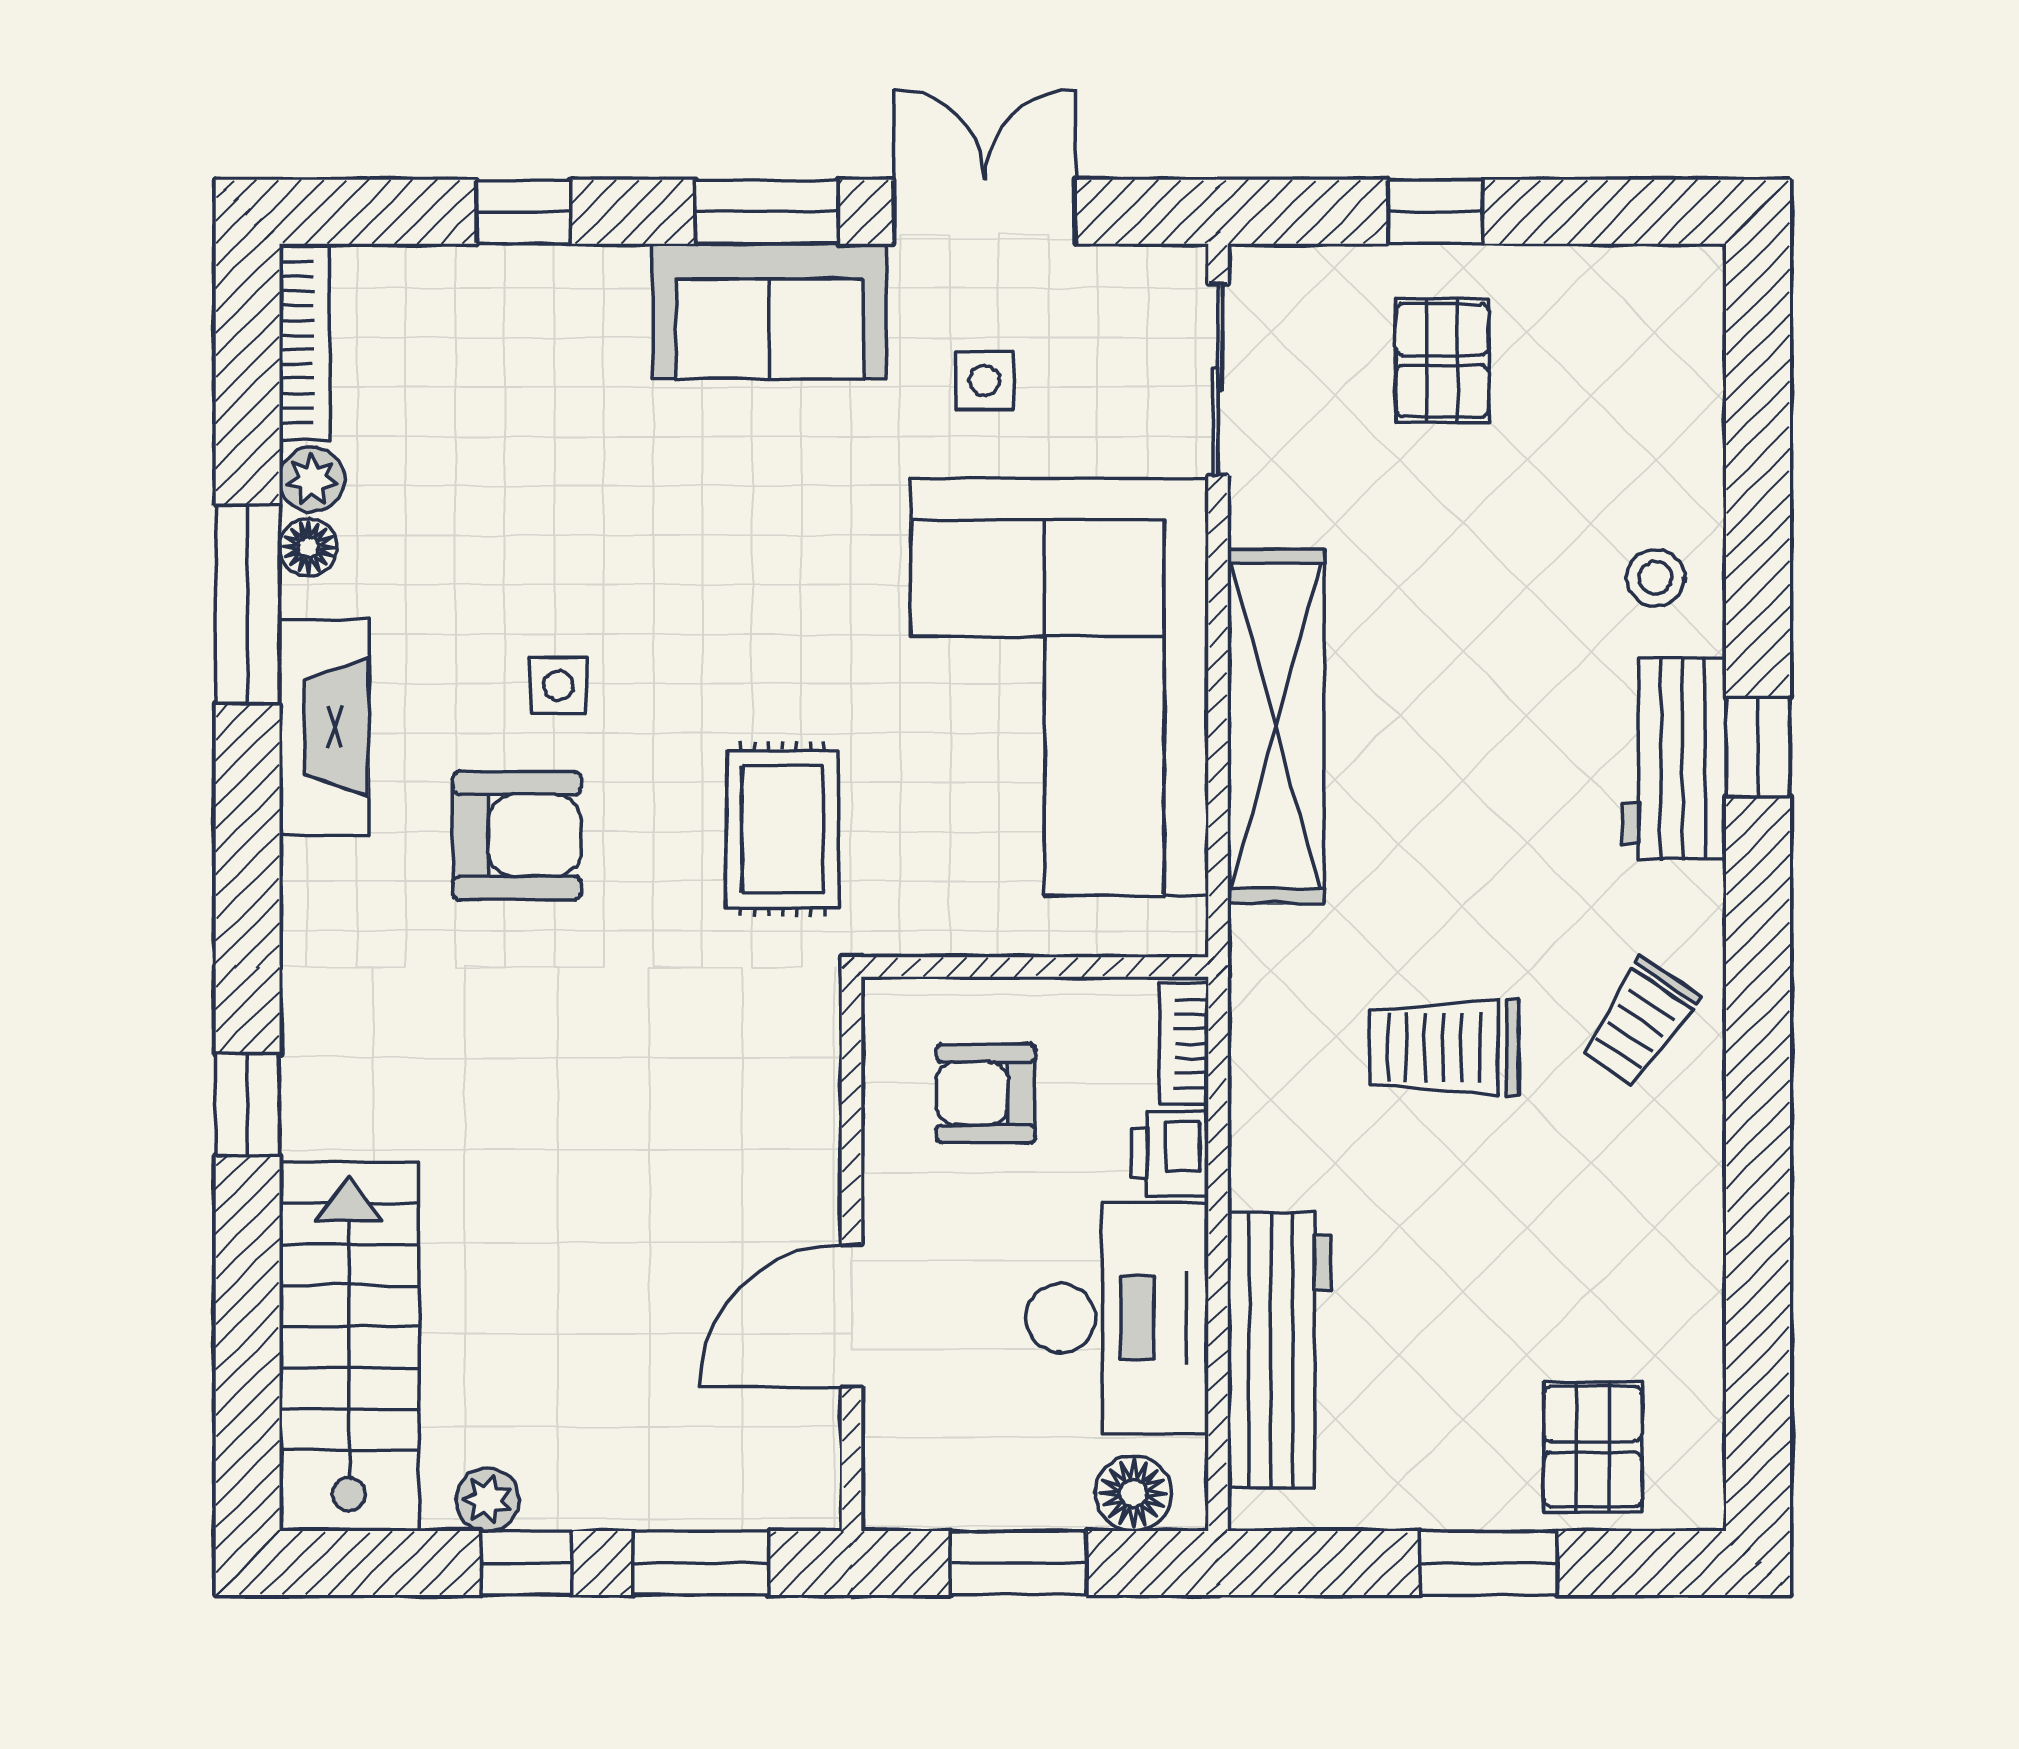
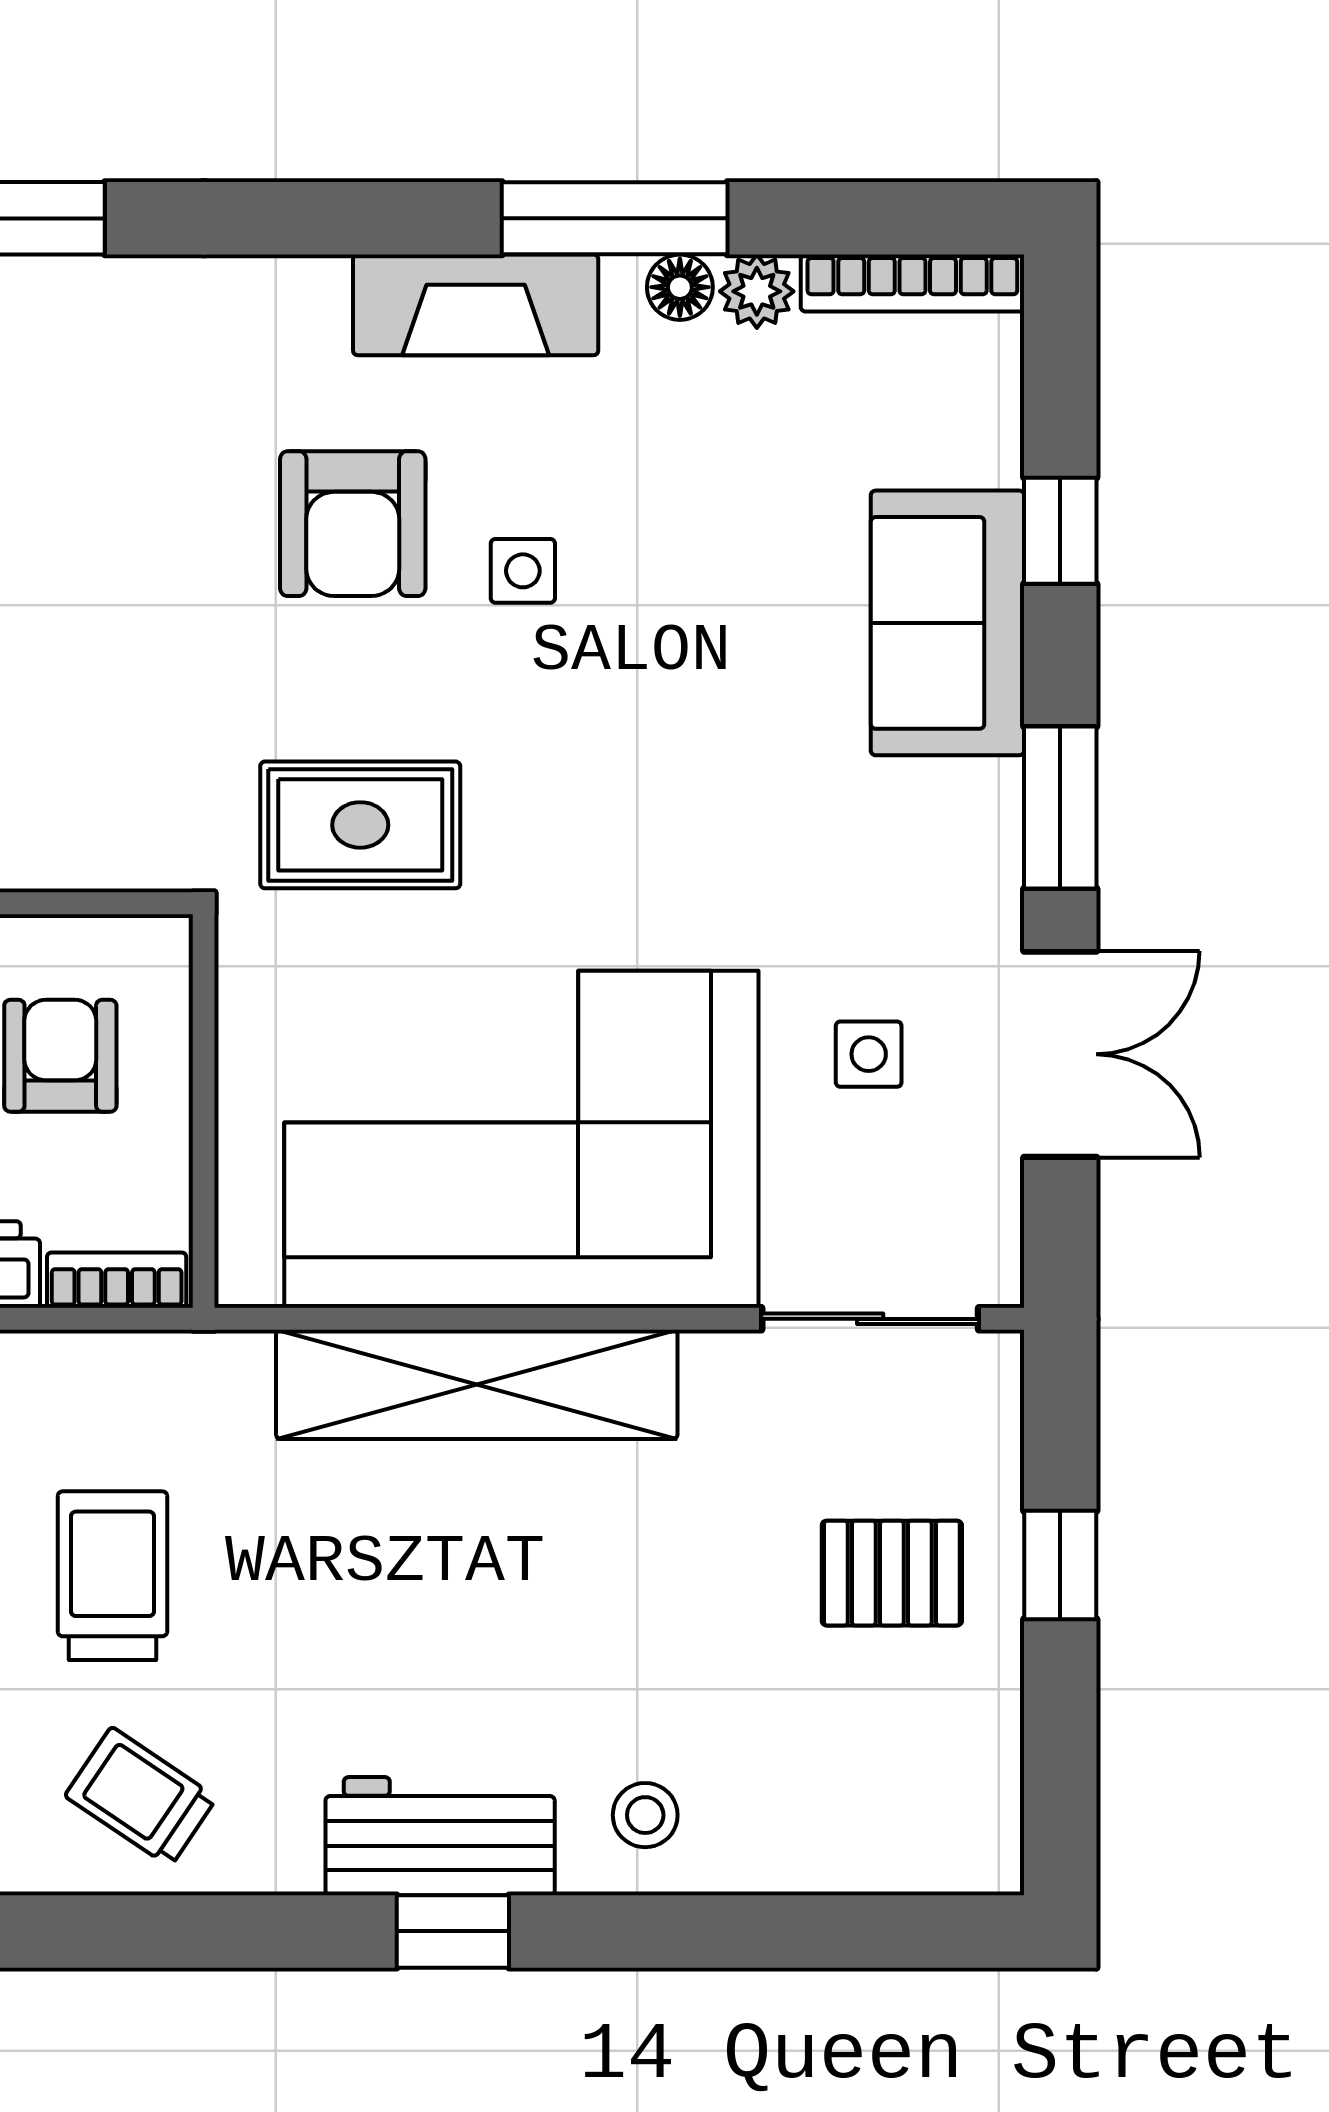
sofa: (770, 311) -> (947, 623), moved

